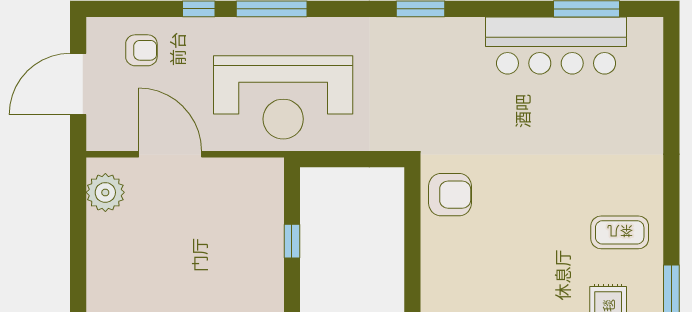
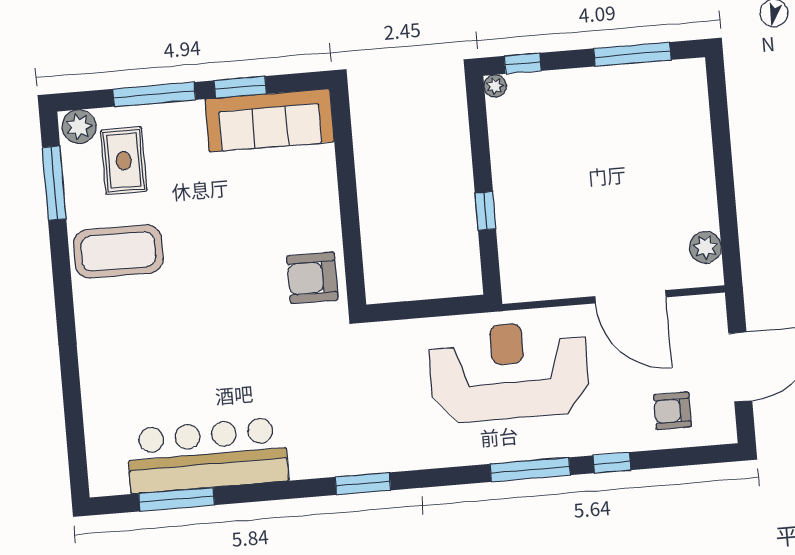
plant: (105, 192) -> (705, 247), width x0.73, depth x0.73
coffee table: (620, 232) -> (118, 251), width x1.36, depth x1.32

